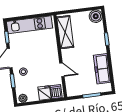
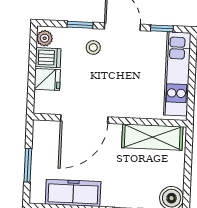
door: (62, 70) -> (84, 119), width x1.88
dishwasher: (56, 92) -> (48, 58), moved

